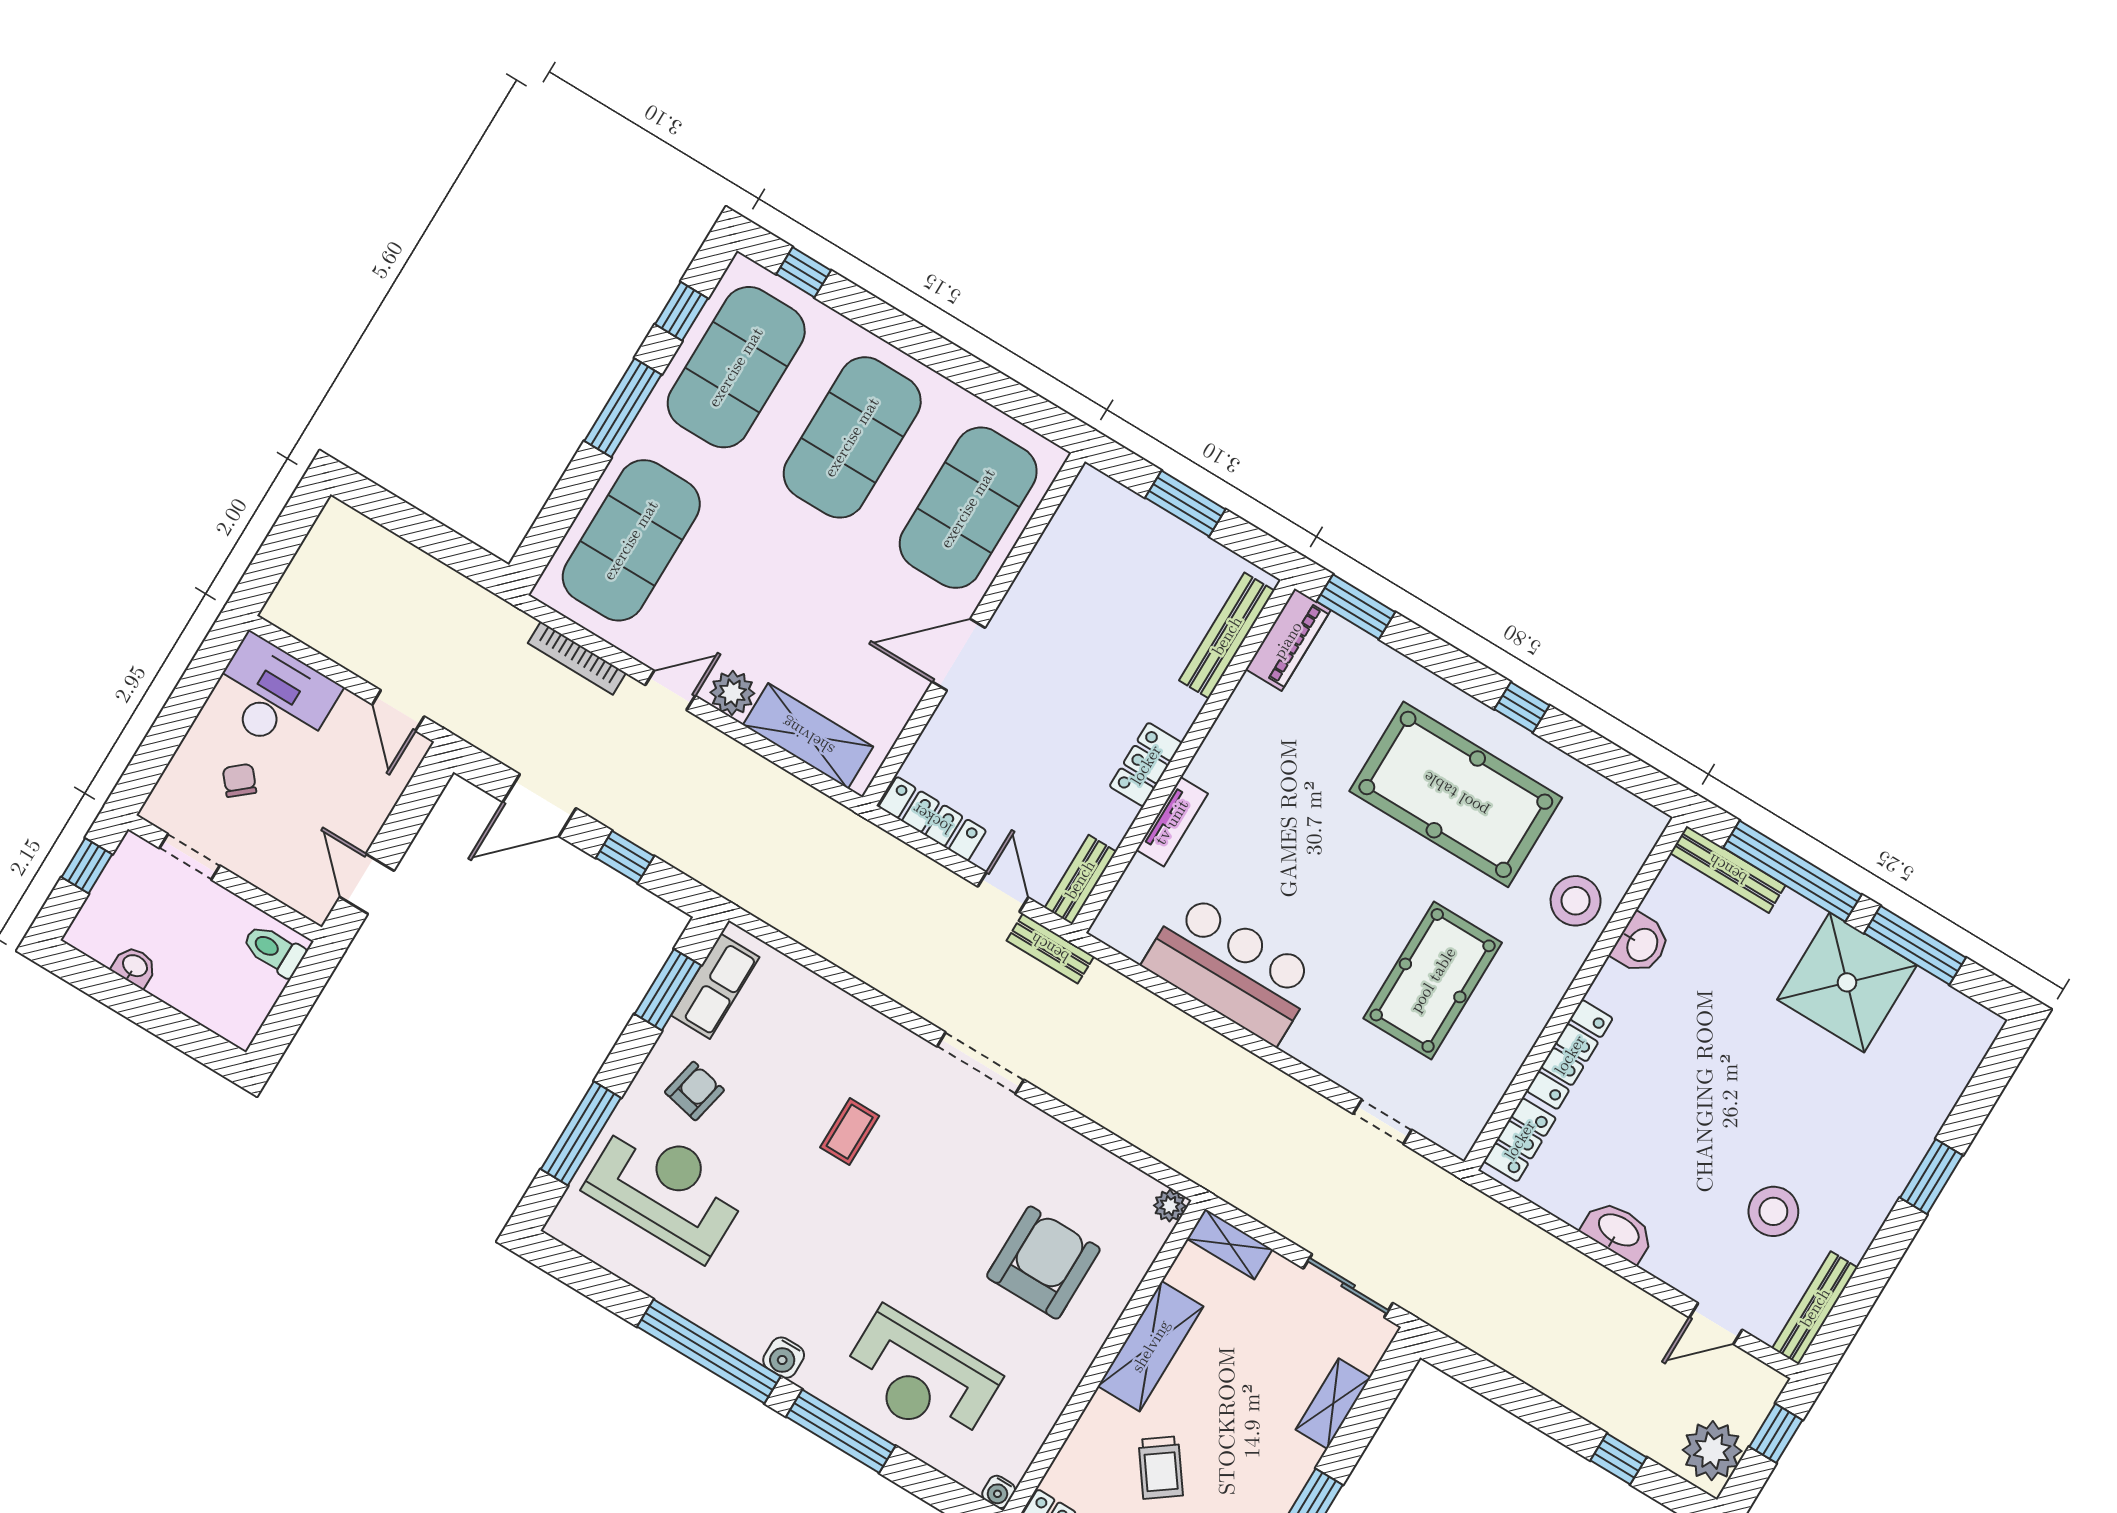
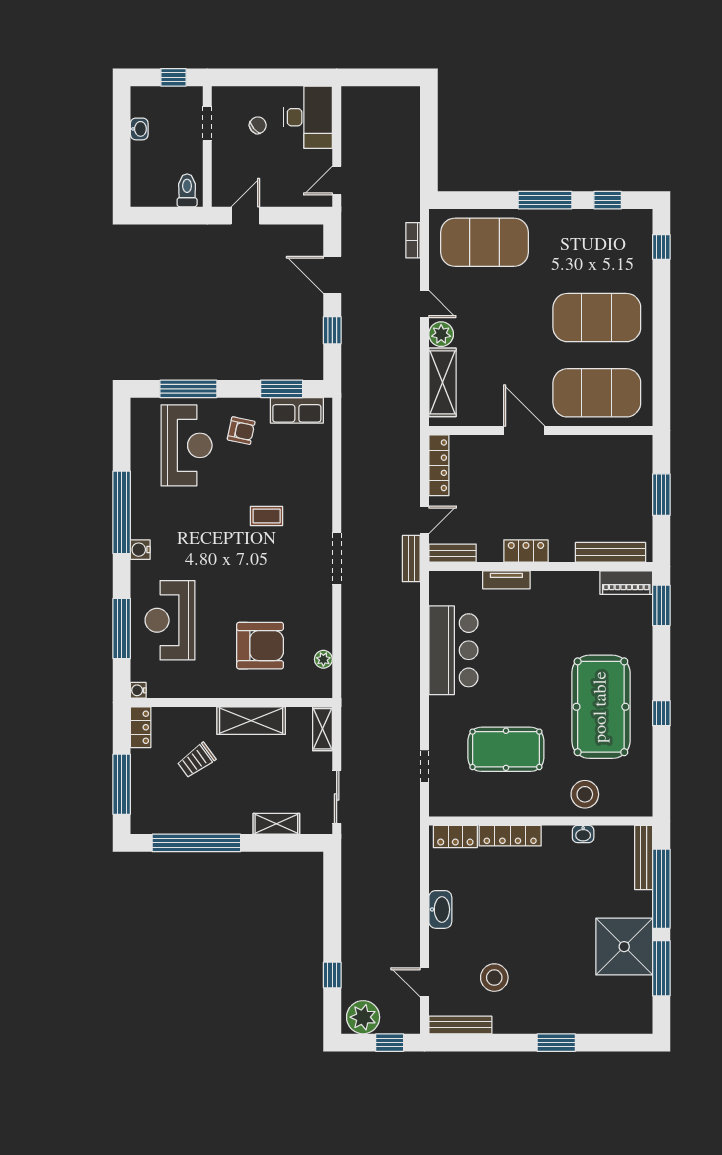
exercise mat: (736, 367) -> (597, 242), removed
bookcase: (577, 658) -> (413, 240), width x0.64
washbasin: (1641, 944) -> (583, 834), width x0.72, depth x0.69
plant: (1170, 1206) -> (323, 659), moved
window: (841, 1431) -> (122, 628), moved

